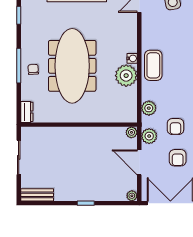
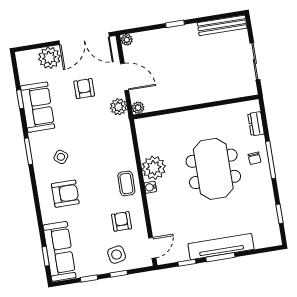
coffee table: (153, 65) -> (126, 183), width x0.73, depth x0.77
meeting table: (72, 66) -> (213, 169), width x0.73
plant: (149, 108) -> (124, 137), removed
dresser: (27, 112) -> (256, 124), moved
armchair: (175, 127) -> (122, 221), moved
bench: (37, 195) -> (222, 25), width x1.36

